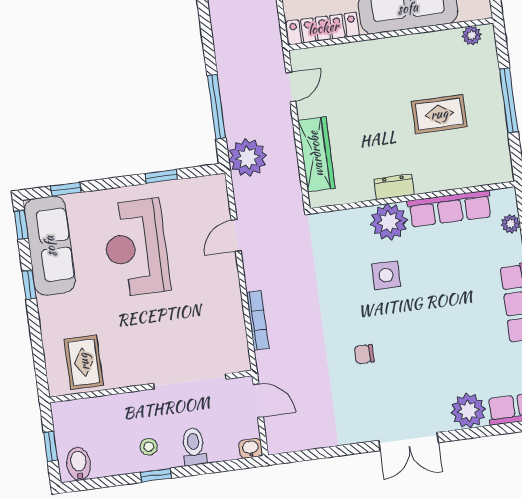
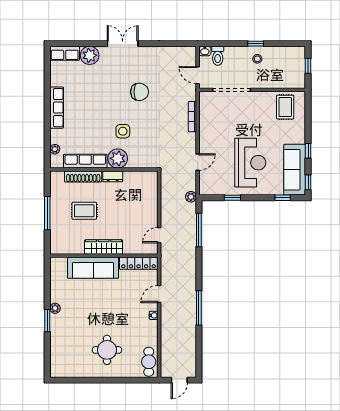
plant: (472, 35) -> (62, 249), removed
wardrobe: (316, 154) -> (104, 247), moved, turned 90
plant: (248, 158) -> (191, 197), width x0.53, depth x0.53
shoe rack: (450, 179) -> (83, 176), added
chair: (364, 354) -> (140, 92), width x1.87, depth x1.87
toilet: (194, 447) -> (218, 56), moved
bidet: (79, 464) -> (295, 55), removed

